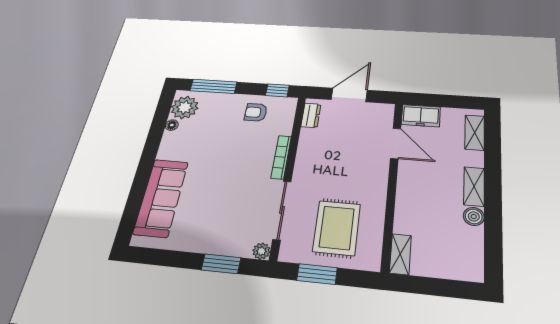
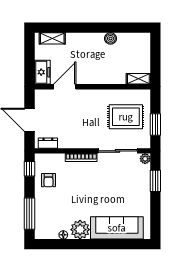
plant: (185, 107) -> (80, 230), moved
shelving: (474, 186) -> (91, 38), removed

